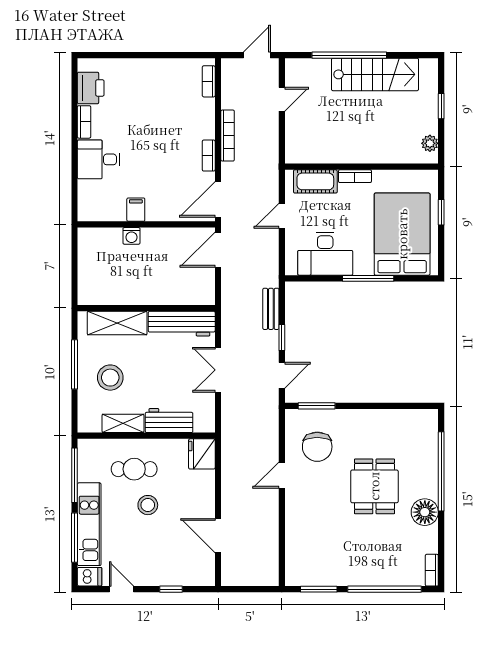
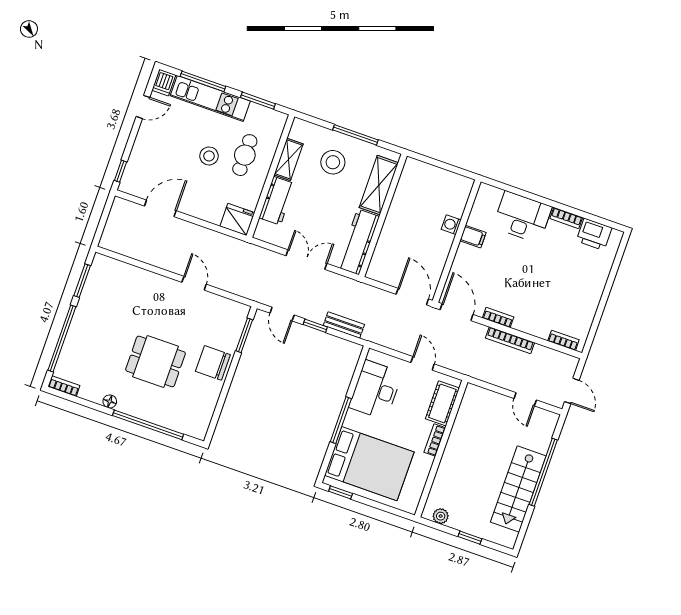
desk: (99, 159) -> (522, 217), width x1.37
window: (441, 212) -> (341, 492), moved
chair: (317, 447) -> (213, 363), moved
window: (74, 475) -> (258, 101), width x0.69
floor lamp: (425, 512) -> (110, 401), width x0.53, depth x0.53
window: (171, 589) -> (120, 171), moved

